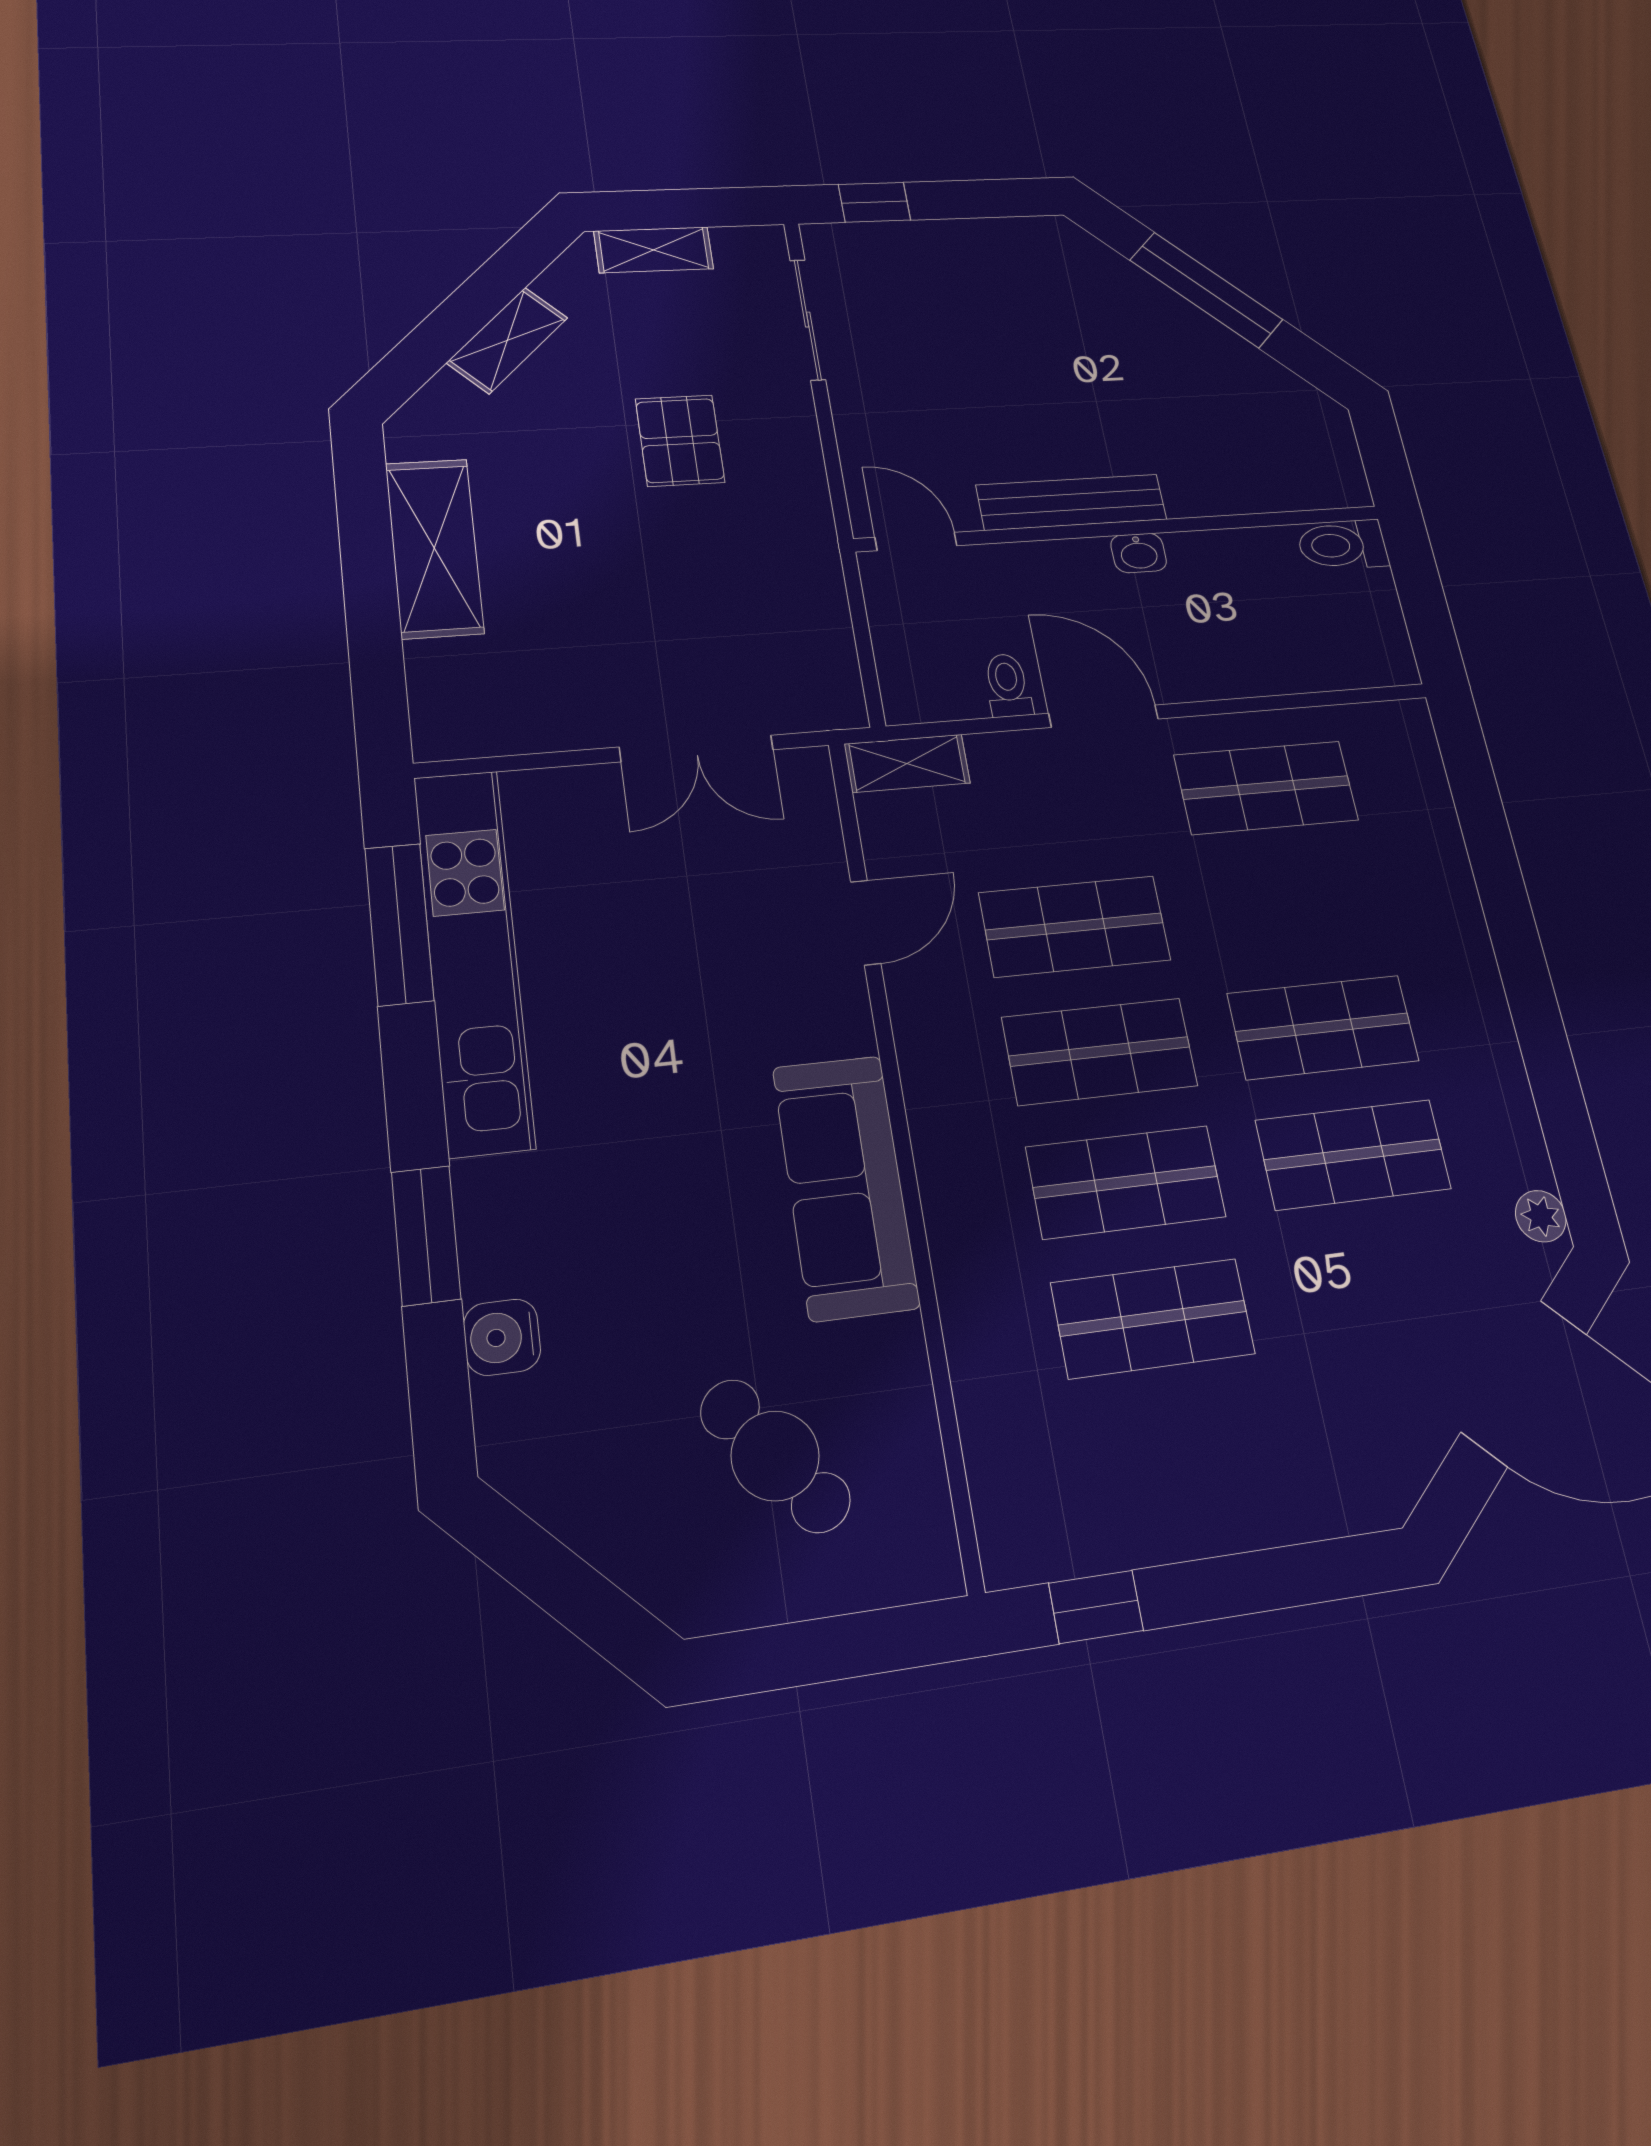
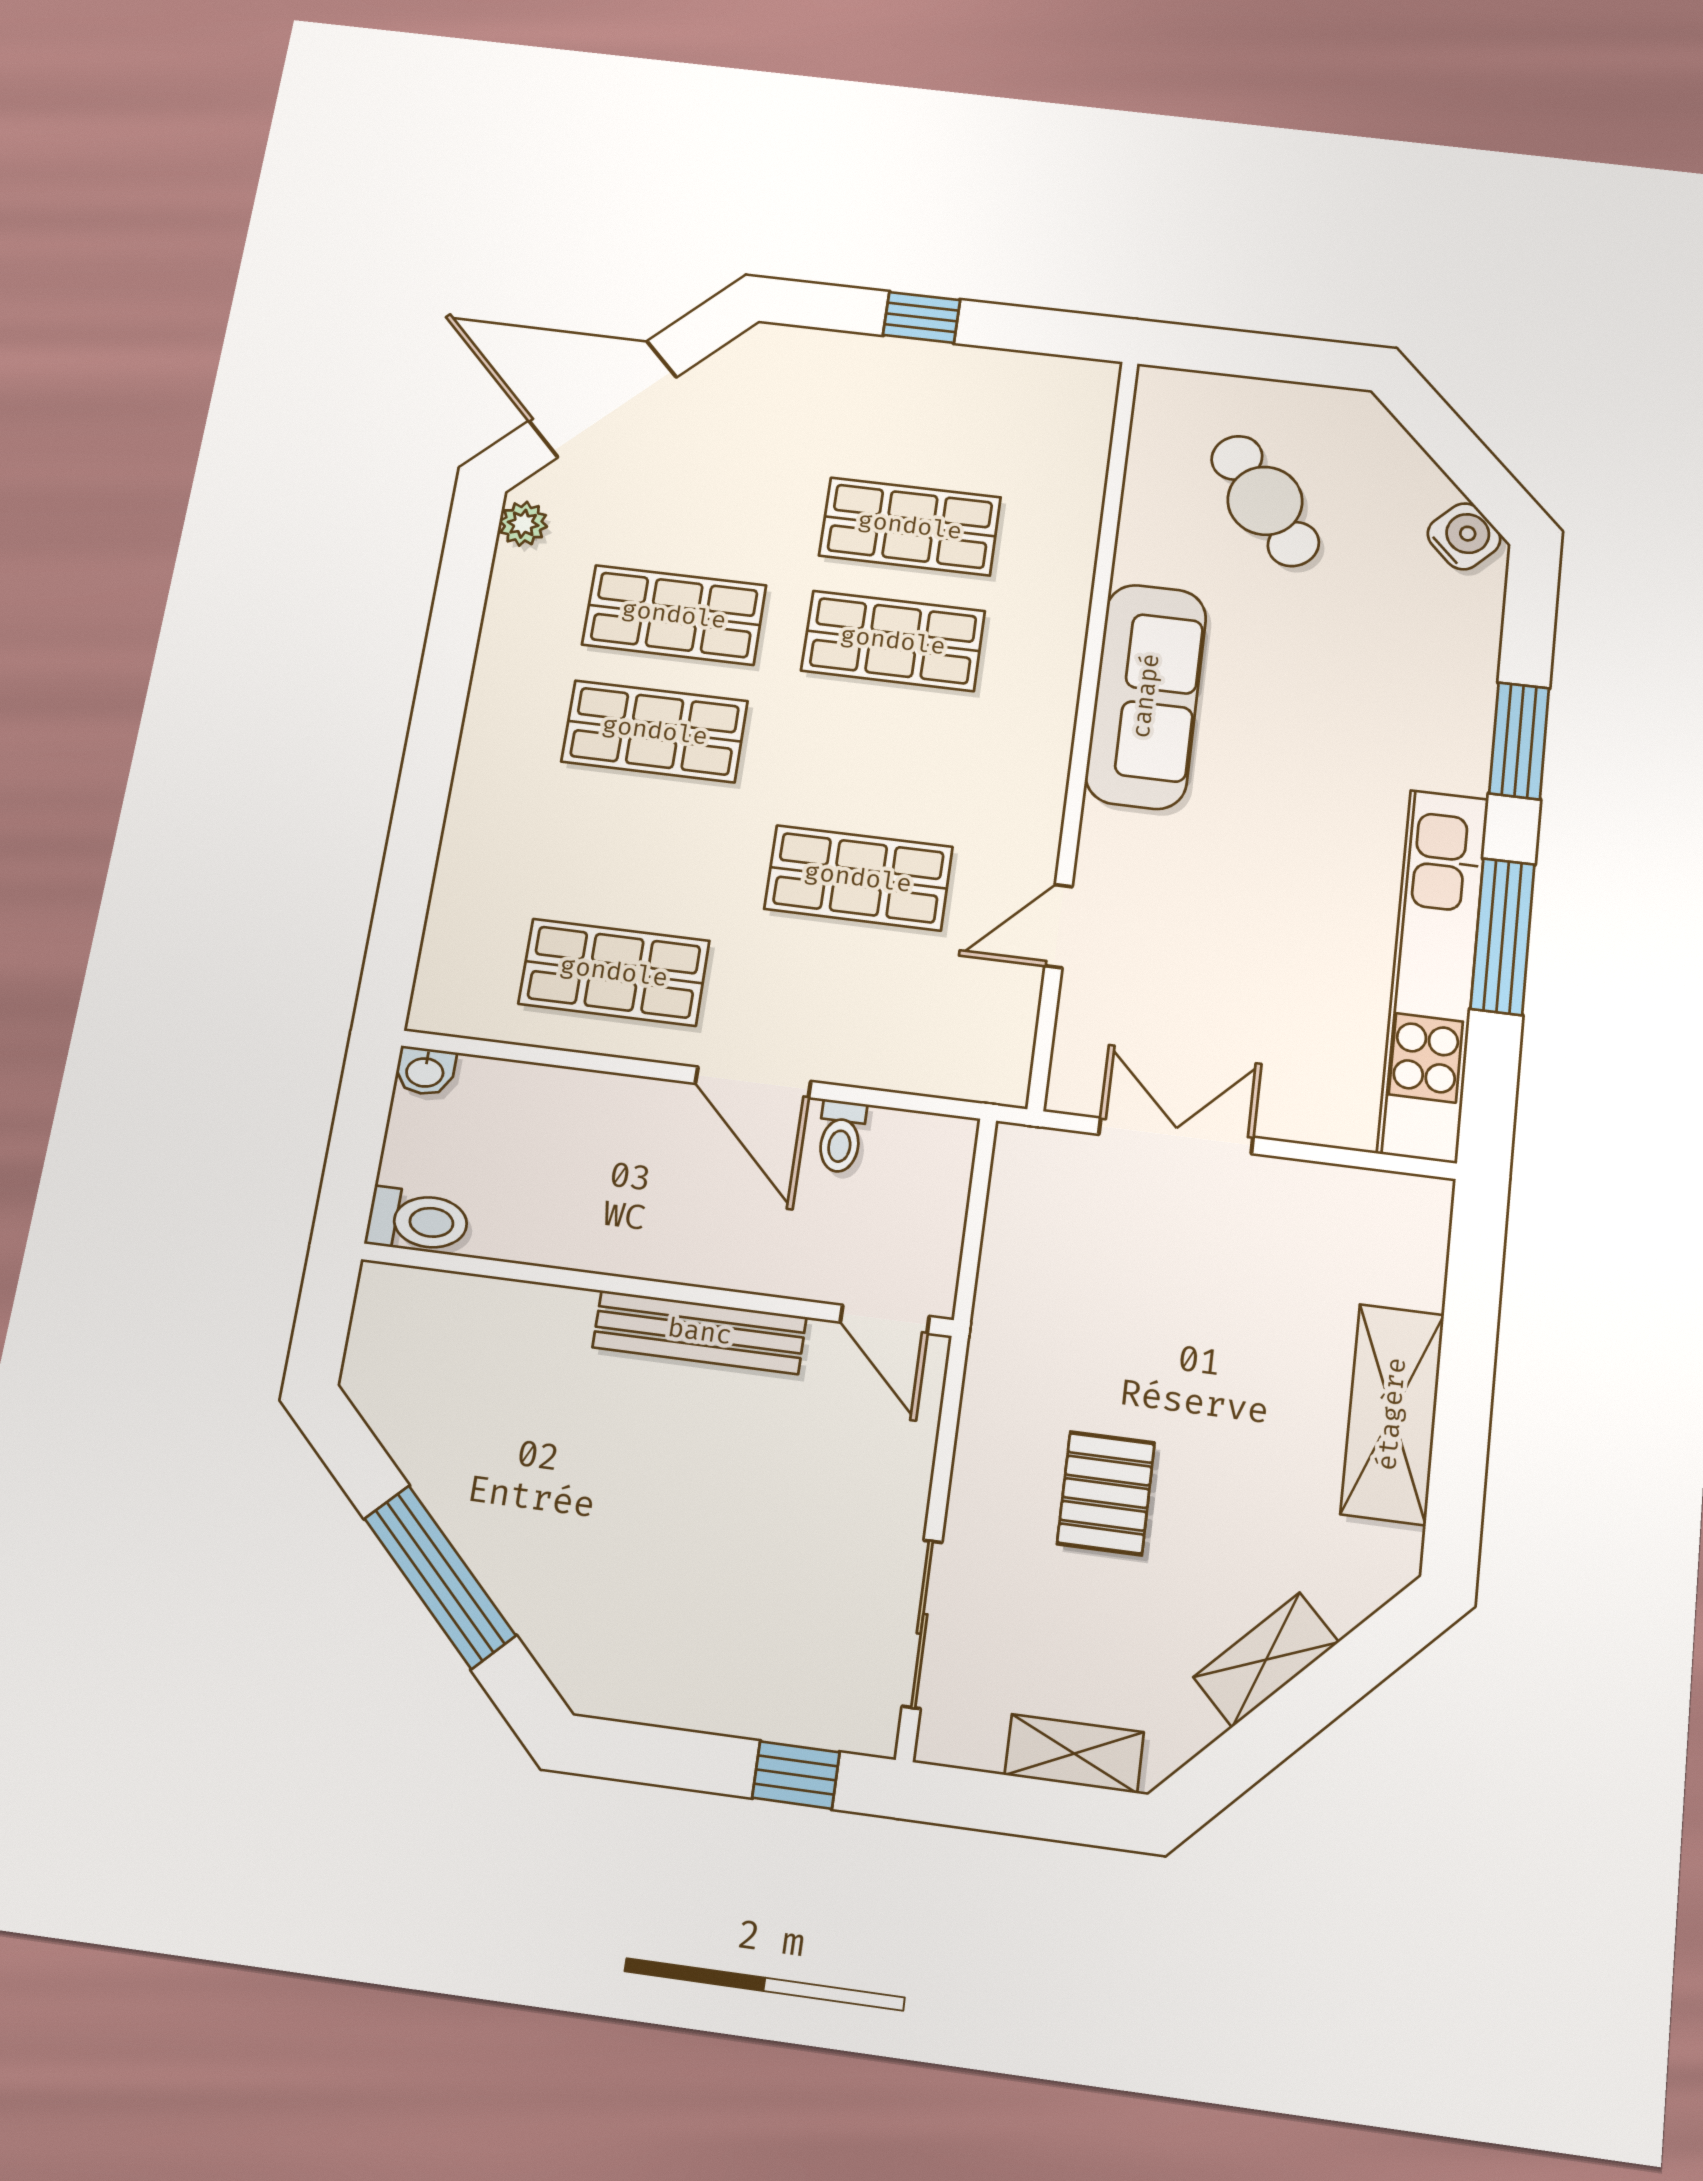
washbasin: (1139, 553) -> (425, 1071), moved, turned 180
shelving: (907, 763) -> (970, 1075), removed
window: (399, 924) -> (1503, 936), moved
shop shelf: (1100, 1051) -> (876, 758), removed
water cooler: (502, 1337) -> (1464, 536), moved, turned -45
window: (1096, 1607) -> (922, 317), moved

